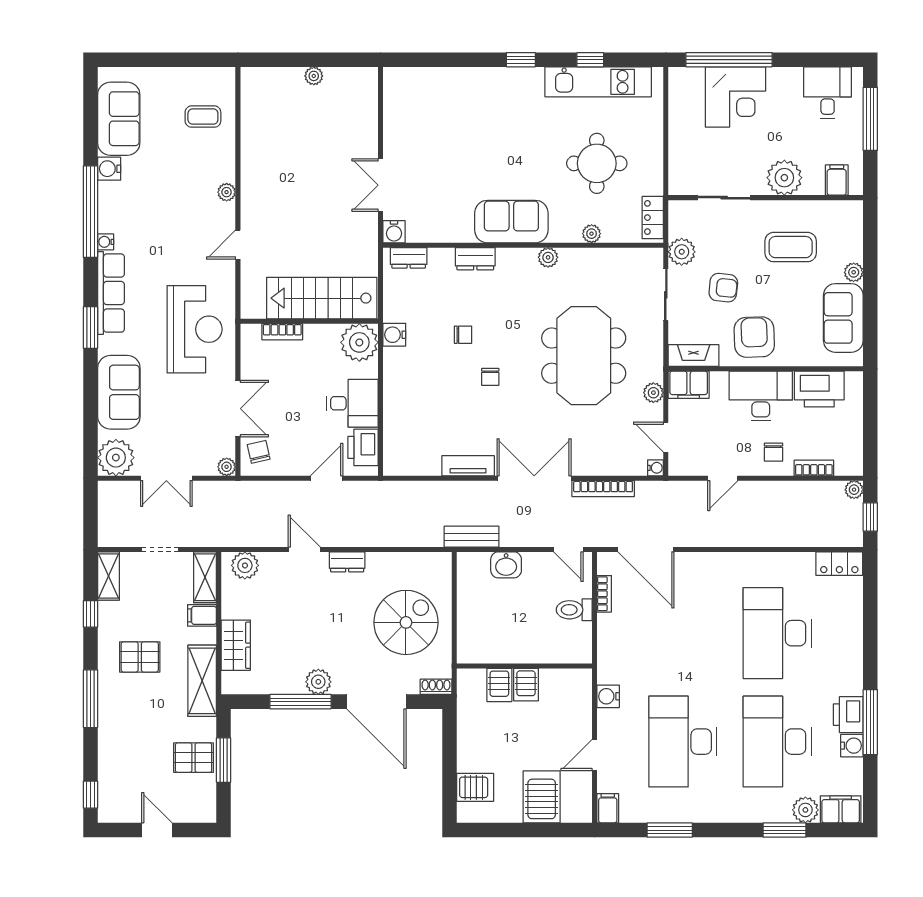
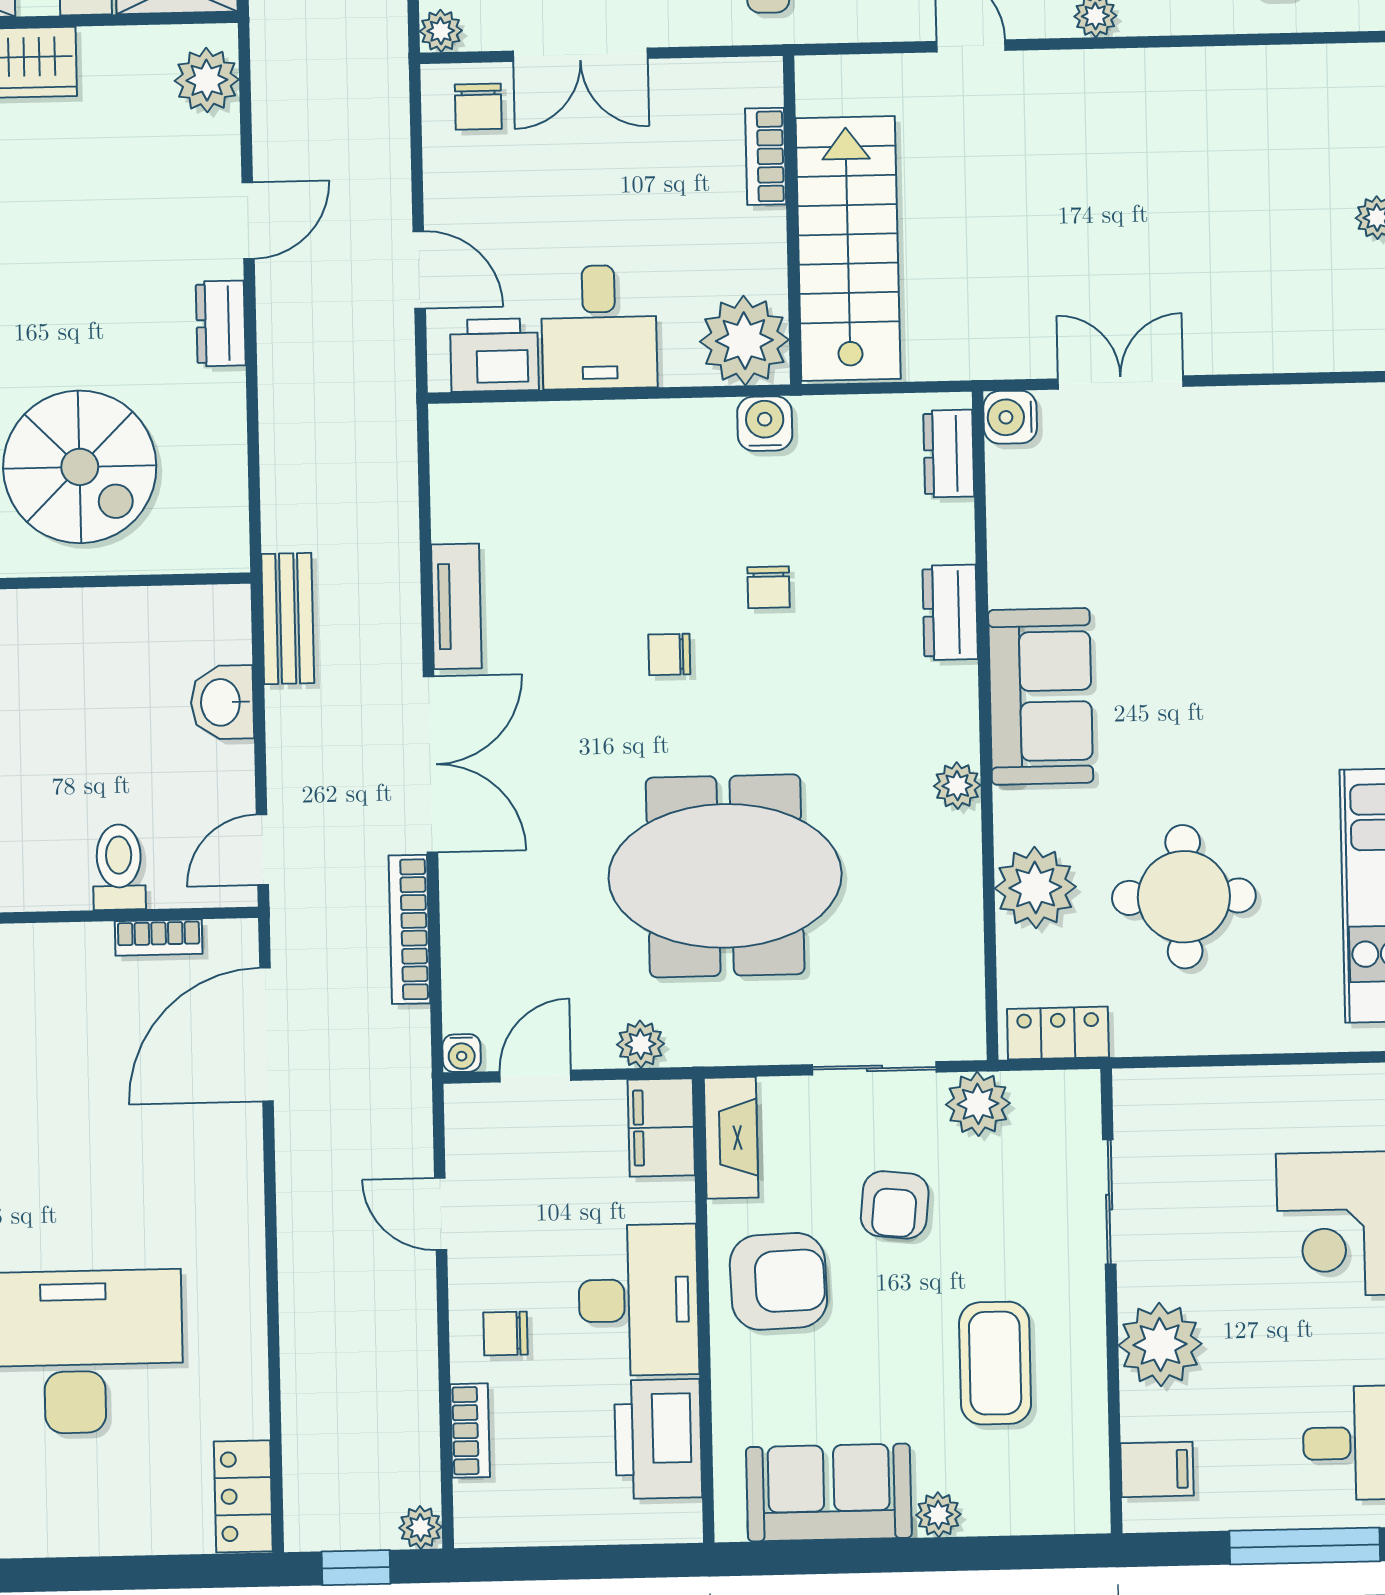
plant: (592, 234) -> (1035, 888), width x1.88, depth x1.88
chair: (259, 452) -> (478, 107), turned 103

